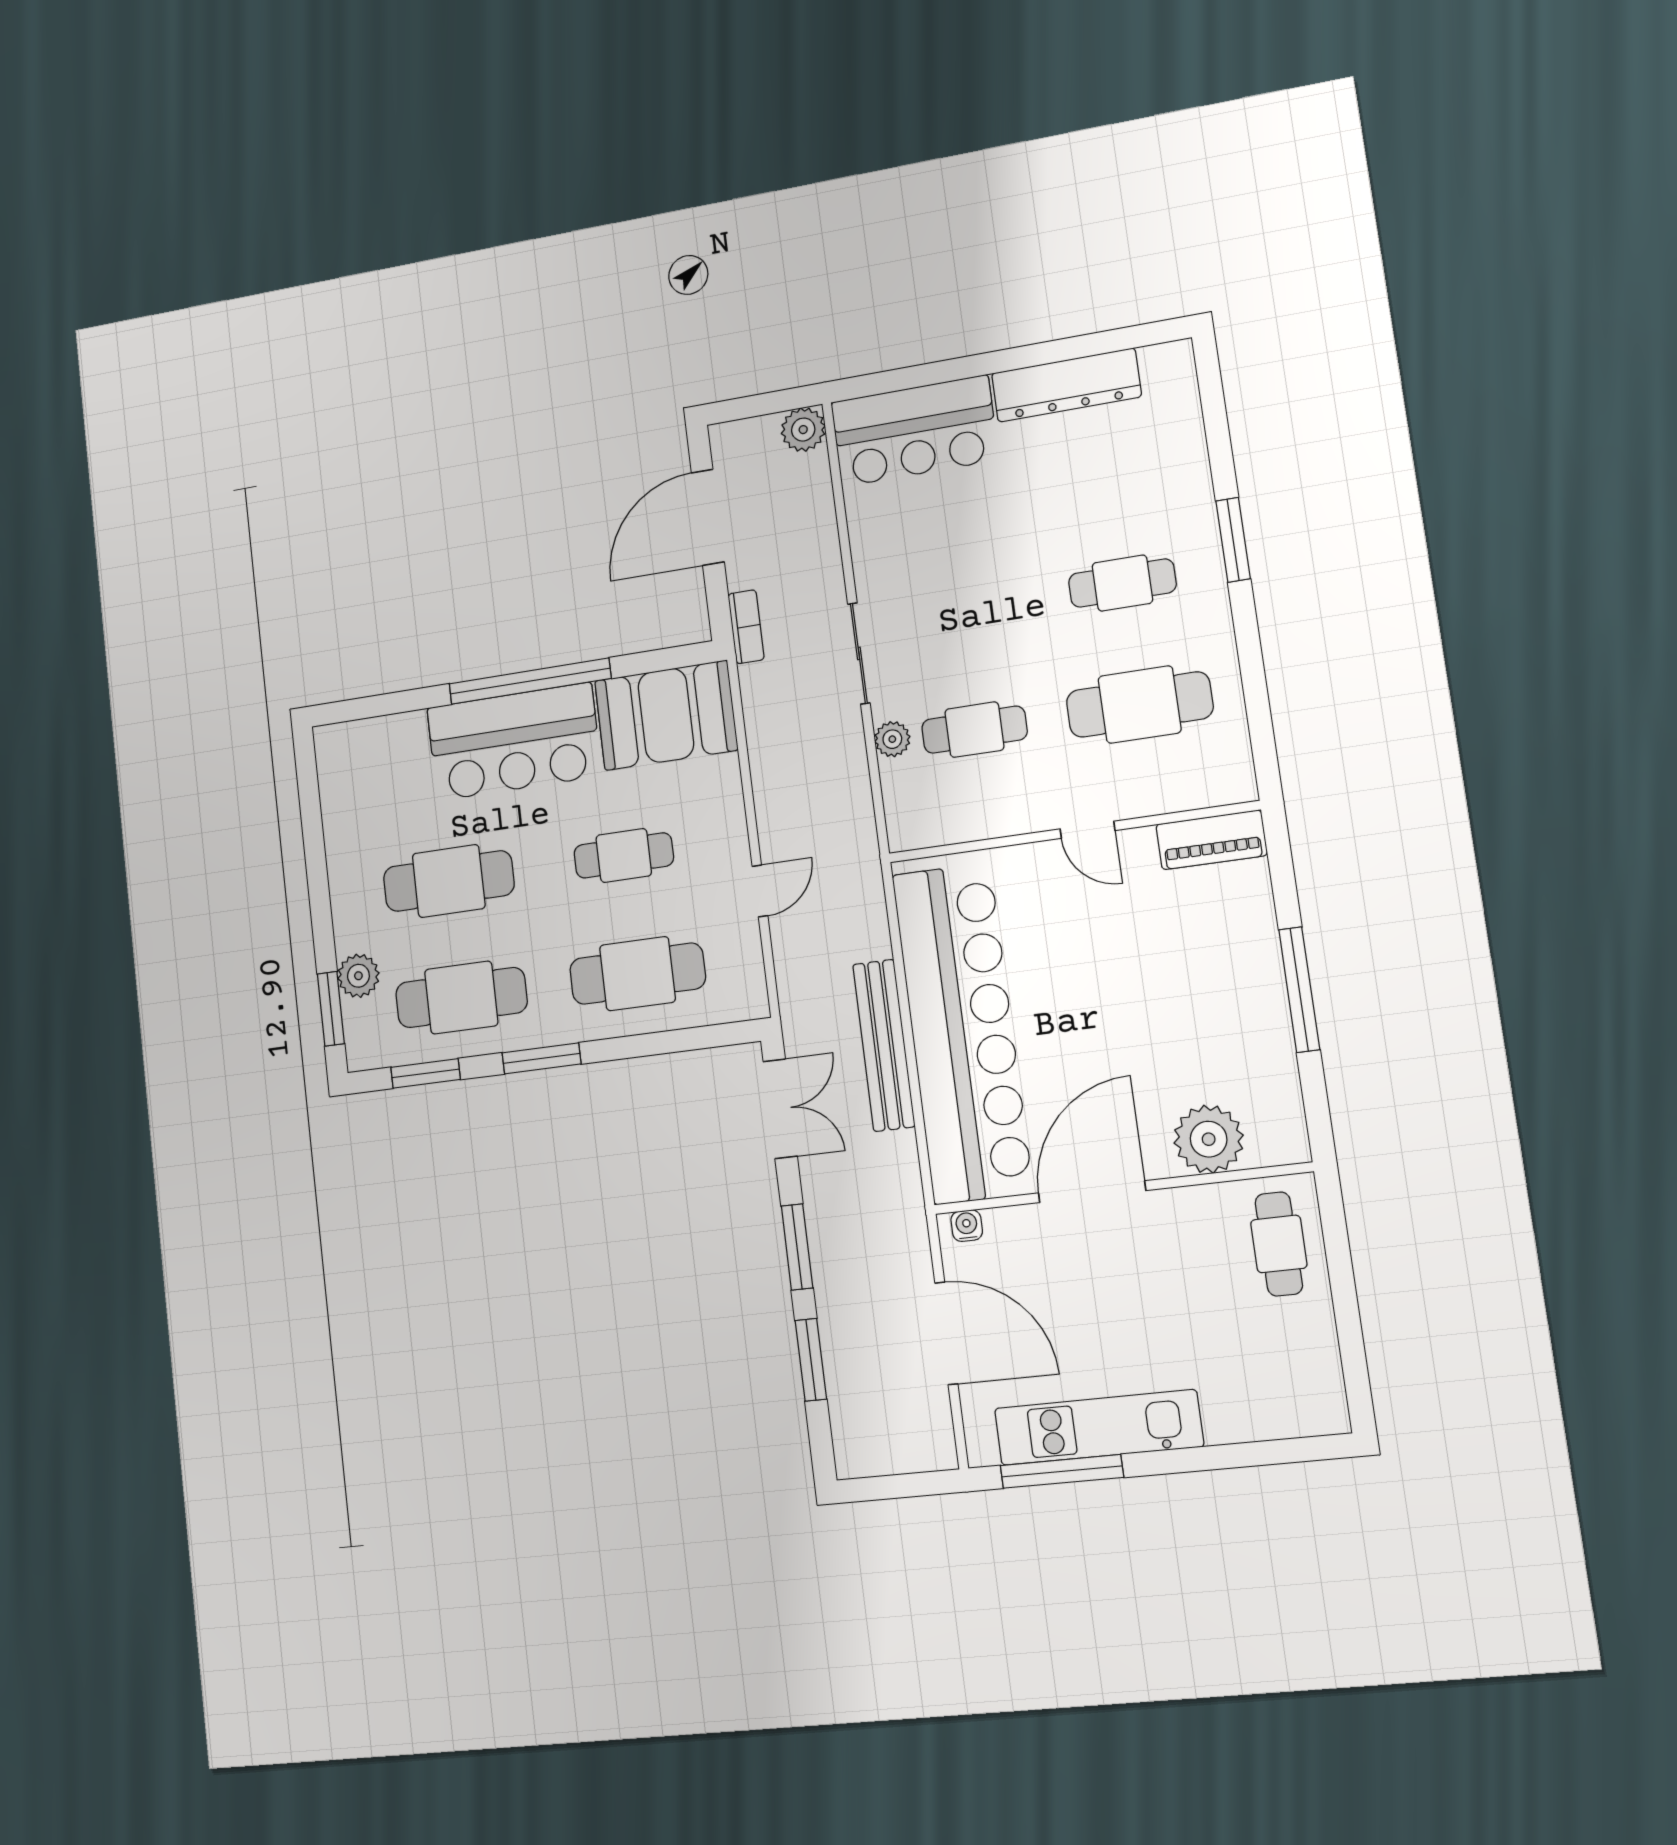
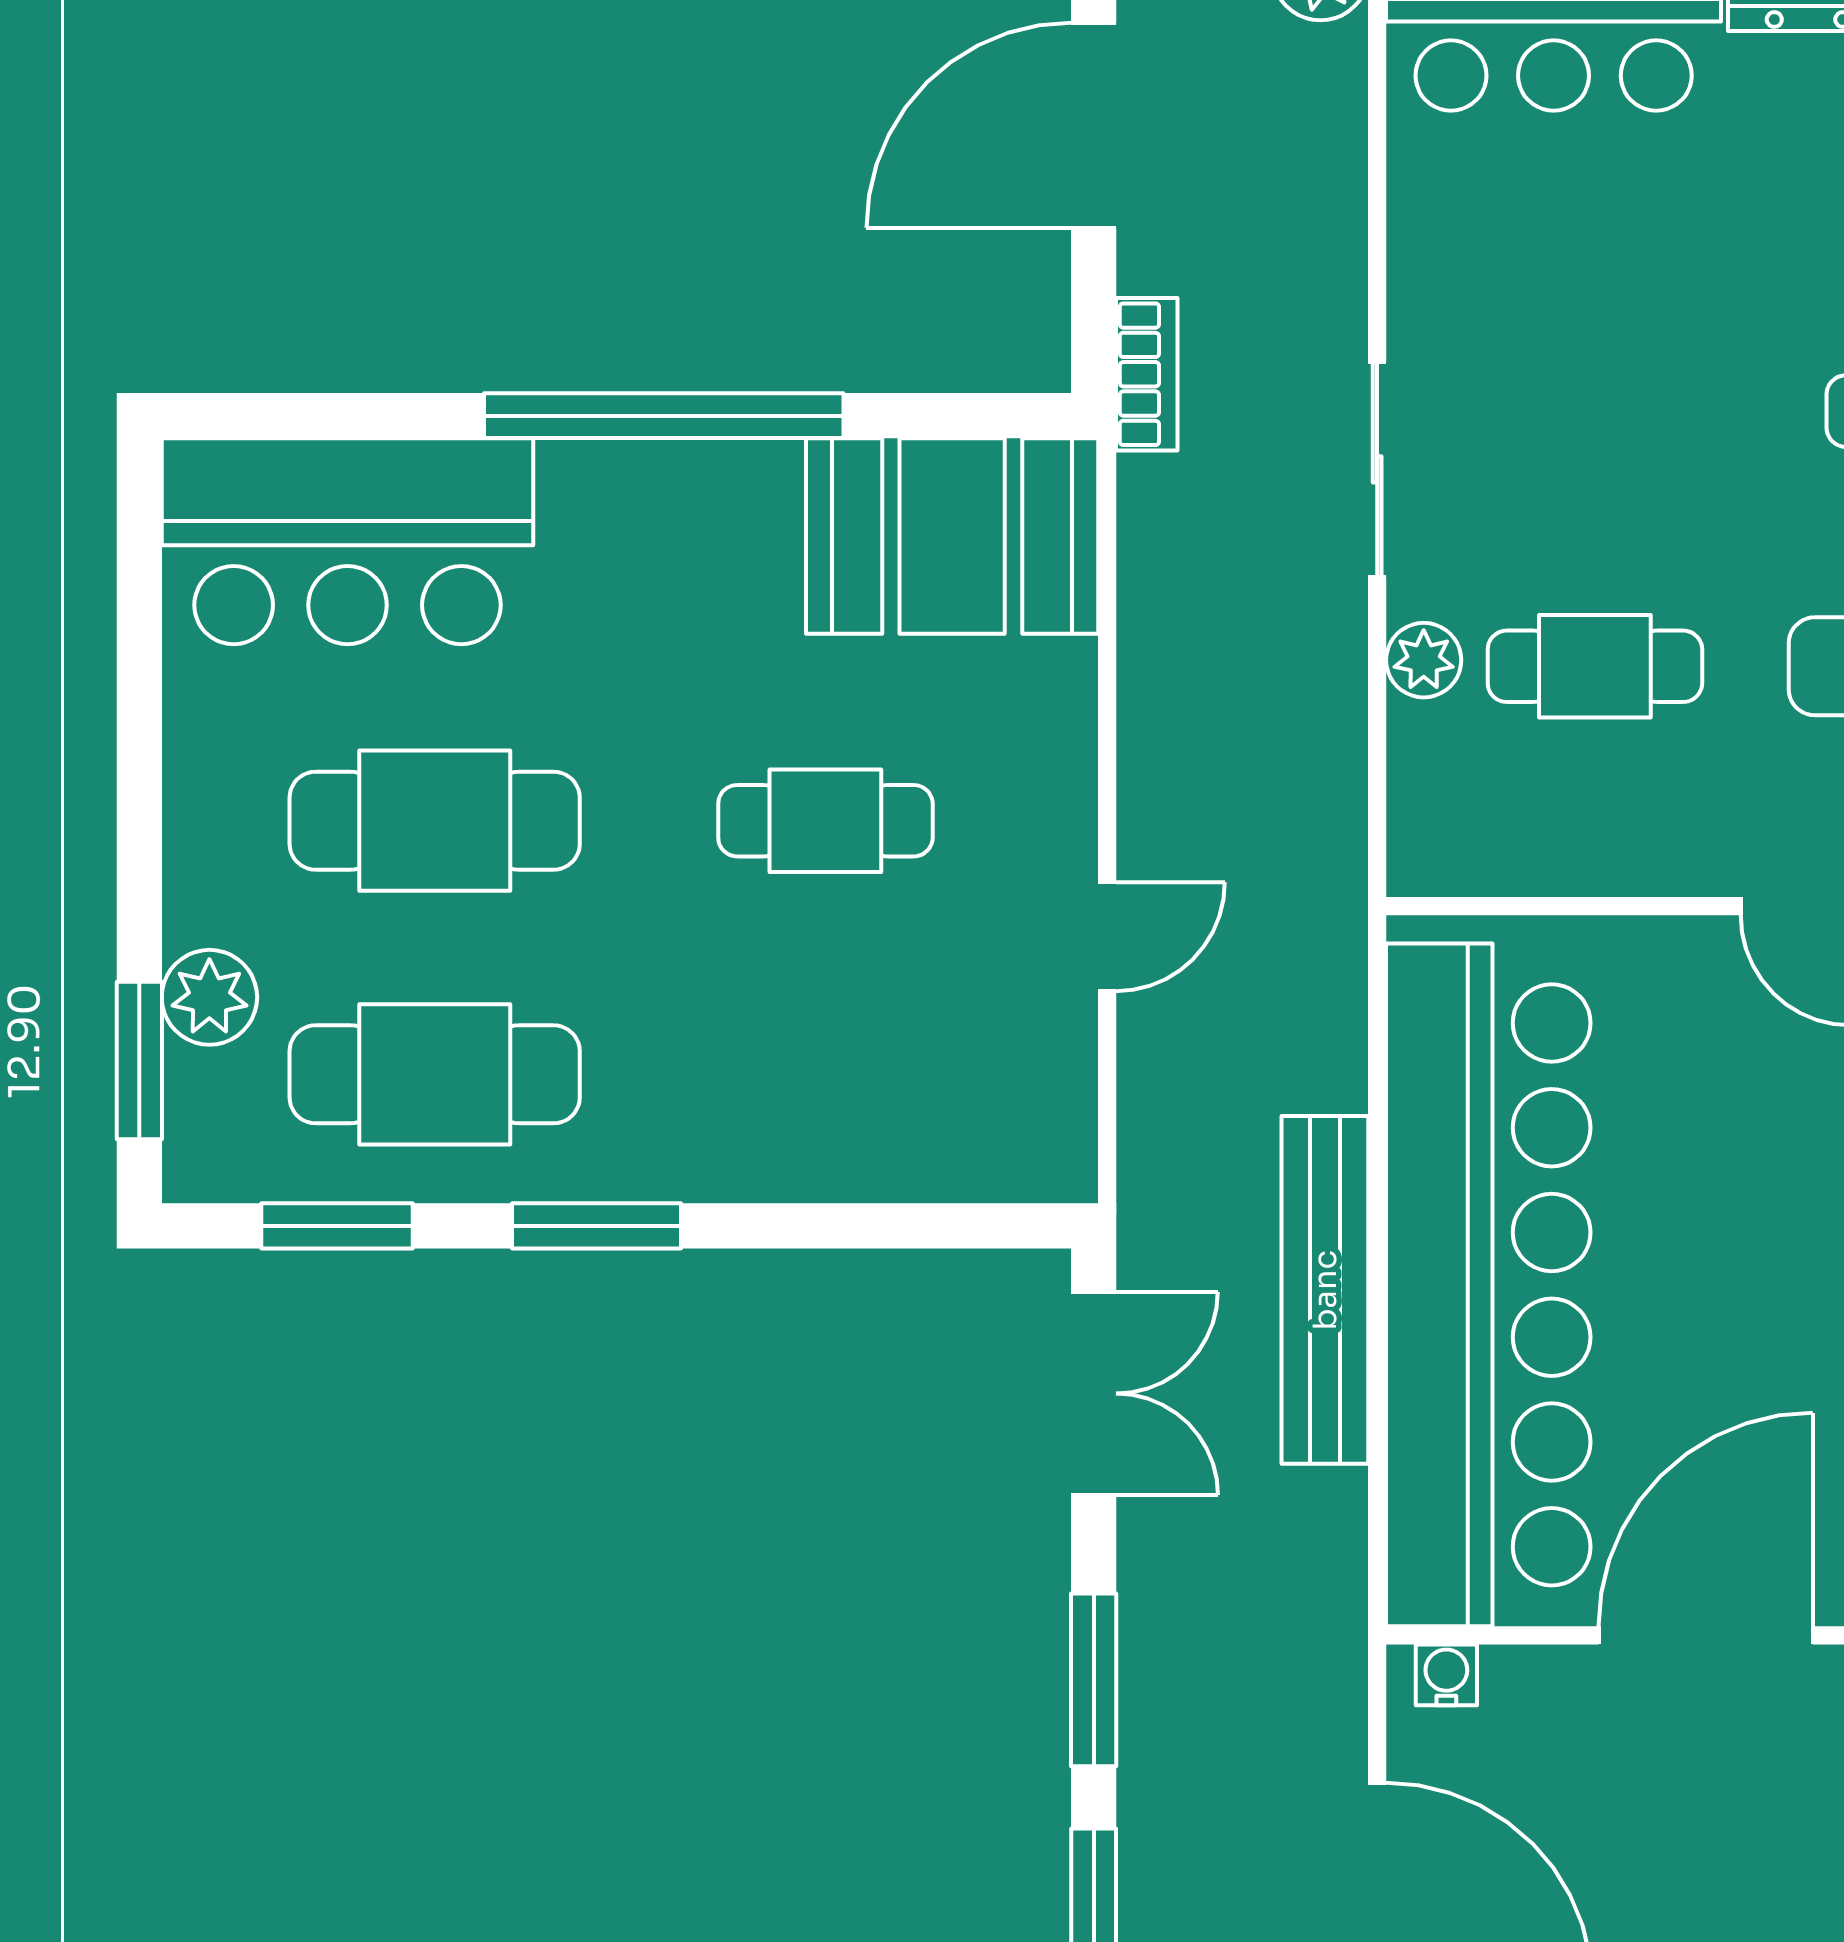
bar counter: (514, 742) -> (347, 541), moved
cafe table: (637, 974) -> (825, 1074), removed

